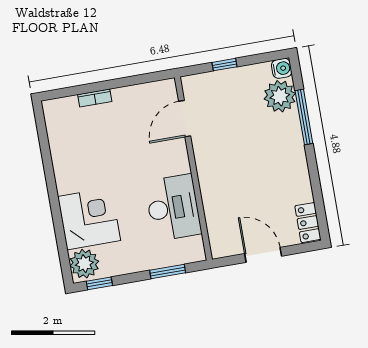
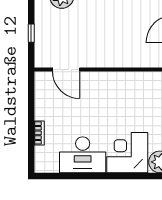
desk: (173, 208) -> (83, 155), moved, turned 180

